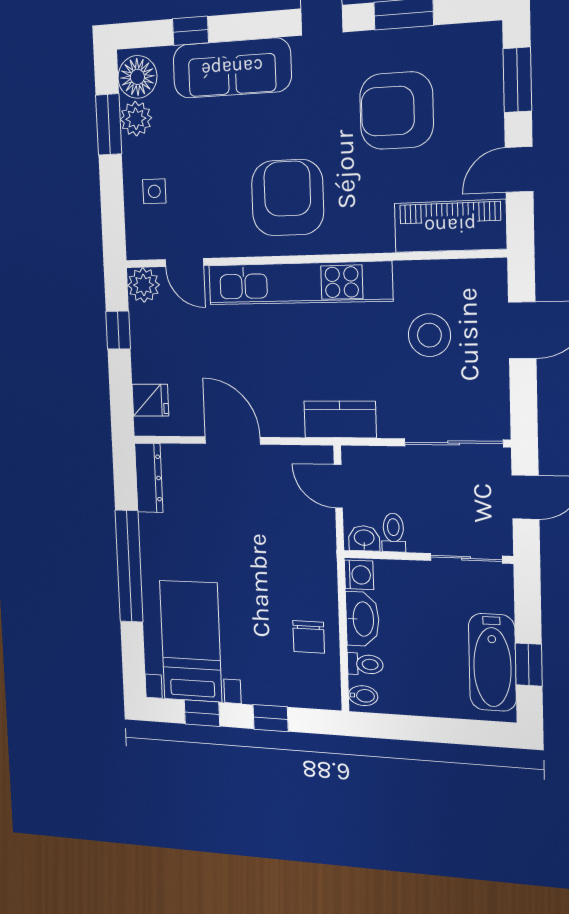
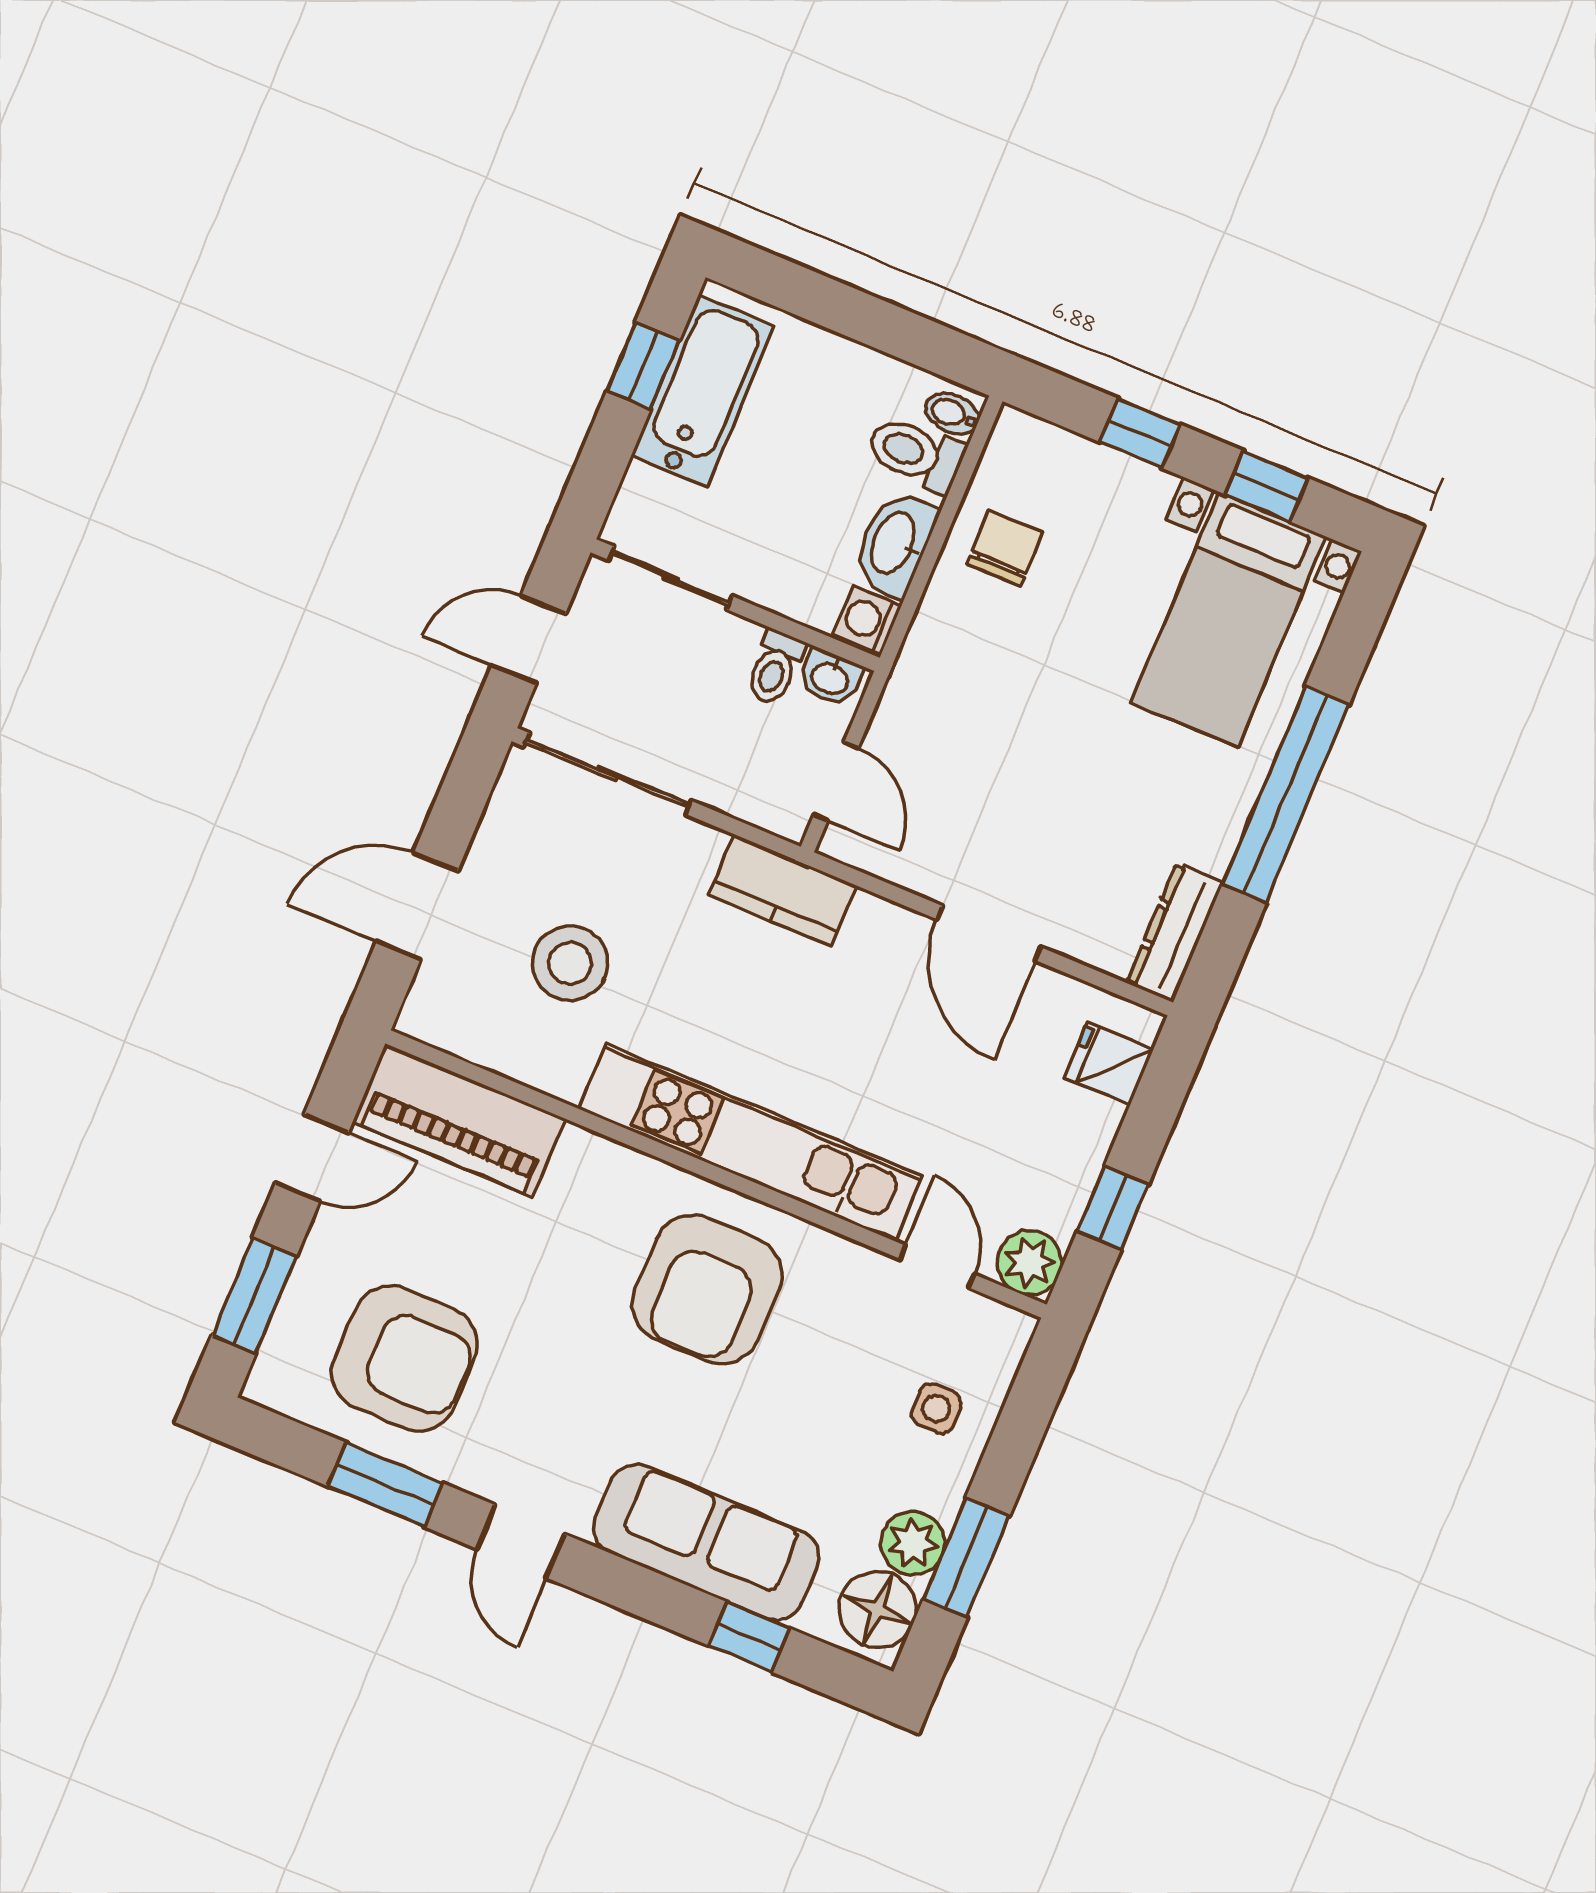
armchair: (396, 111) -> (405, 1358), moved
toilet: (365, 664) -> (915, 454), width x1.37, depth x1.39

